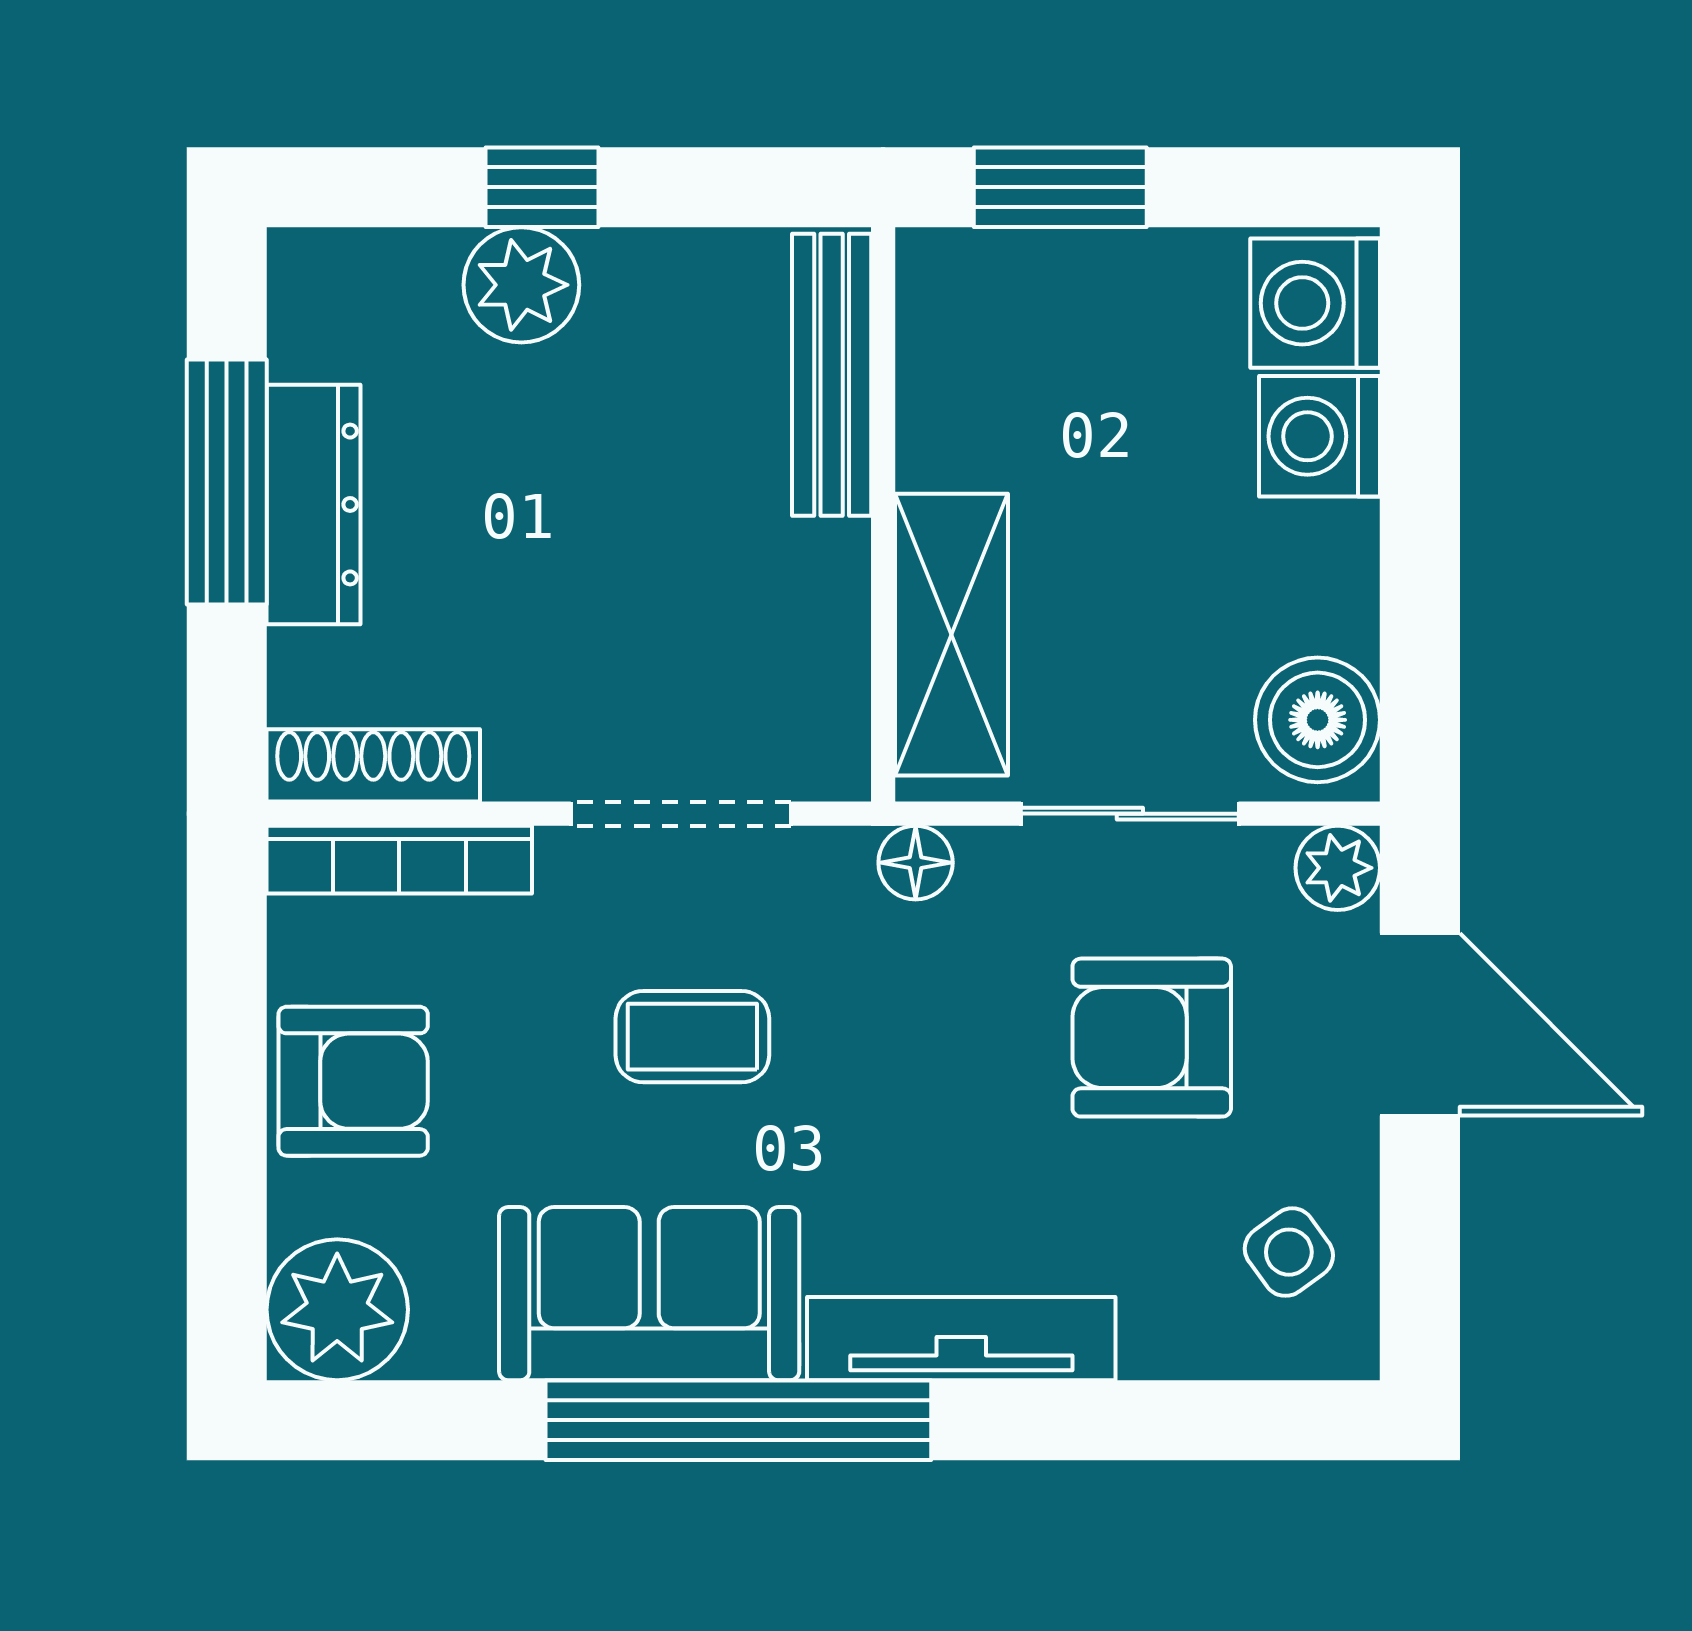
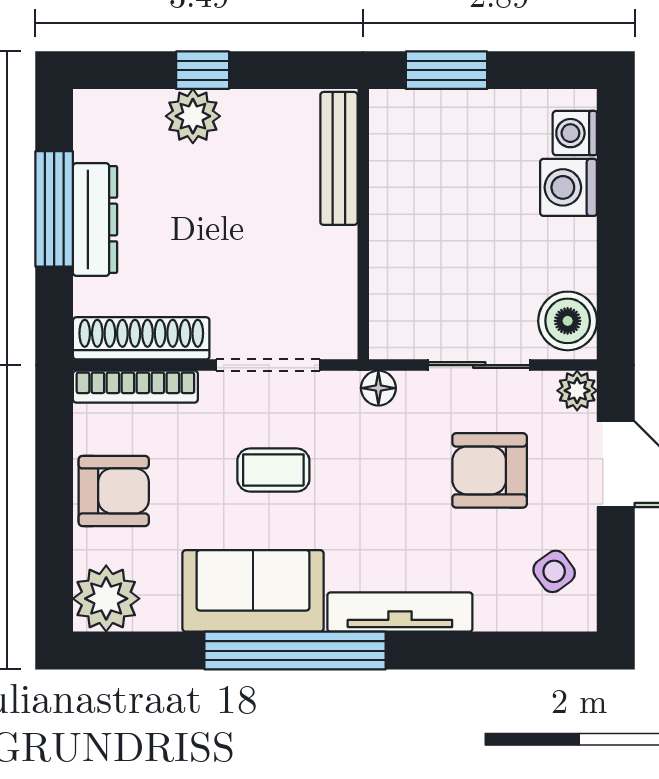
washing machine: (1315, 303) -> (575, 133), width x0.73, depth x0.73
shelving: (952, 635) -> (395, 281), removed
shoe rack: (373, 765) -> (141, 338), width x1.36, depth x1.24

